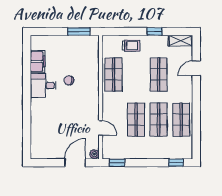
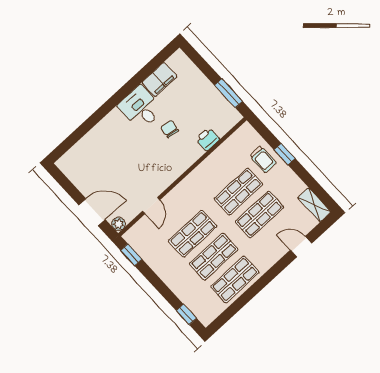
window: (155, 31) -> (285, 154), moved
printer: (93, 65) -> (208, 139), added
shop shelf: (113, 75) -> (238, 192), moved

